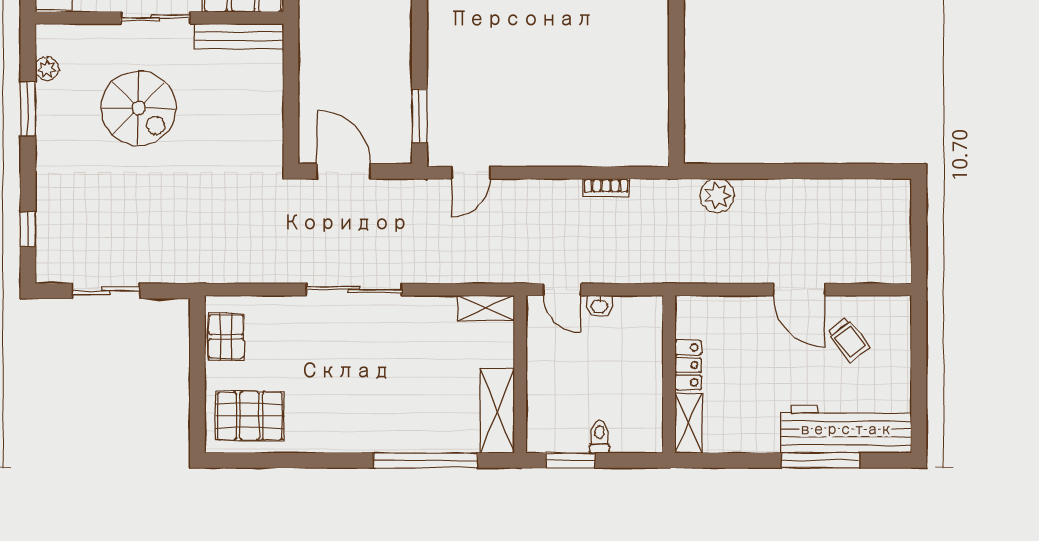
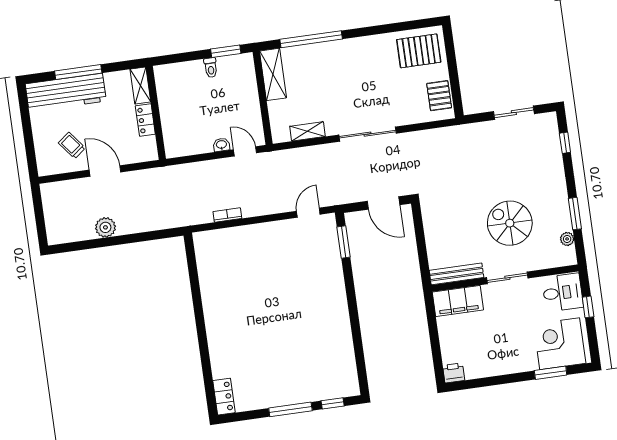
plant: (717, 196) -> (105, 227), moved
shelving: (486, 308) -> (308, 131), moved
locker: (688, 365) -> (145, 120), moved
wall: (669, 374) -> (156, 113), moved
shelving: (688, 423) -> (140, 86), moved

